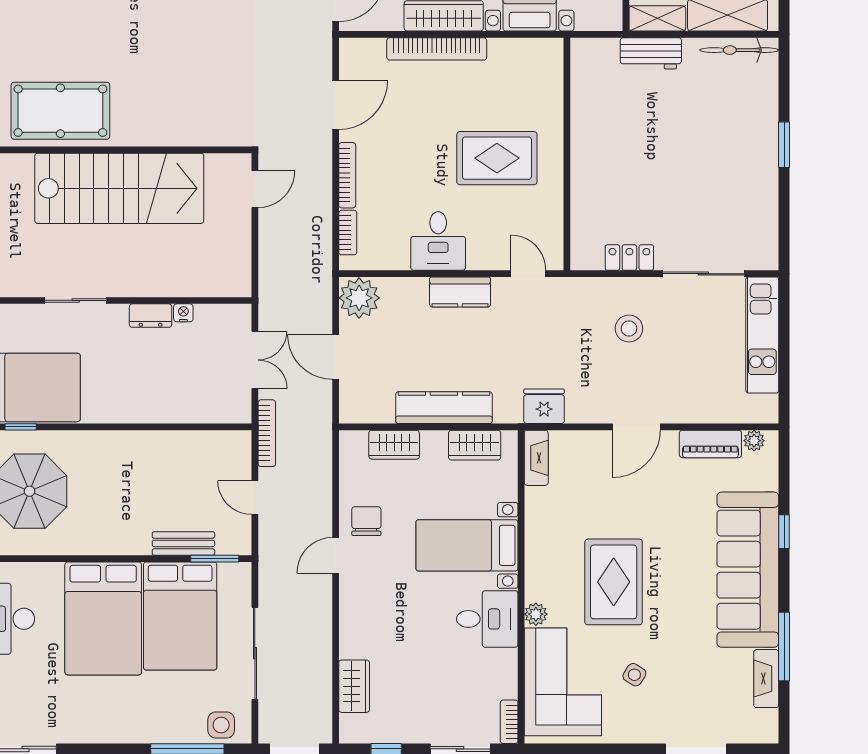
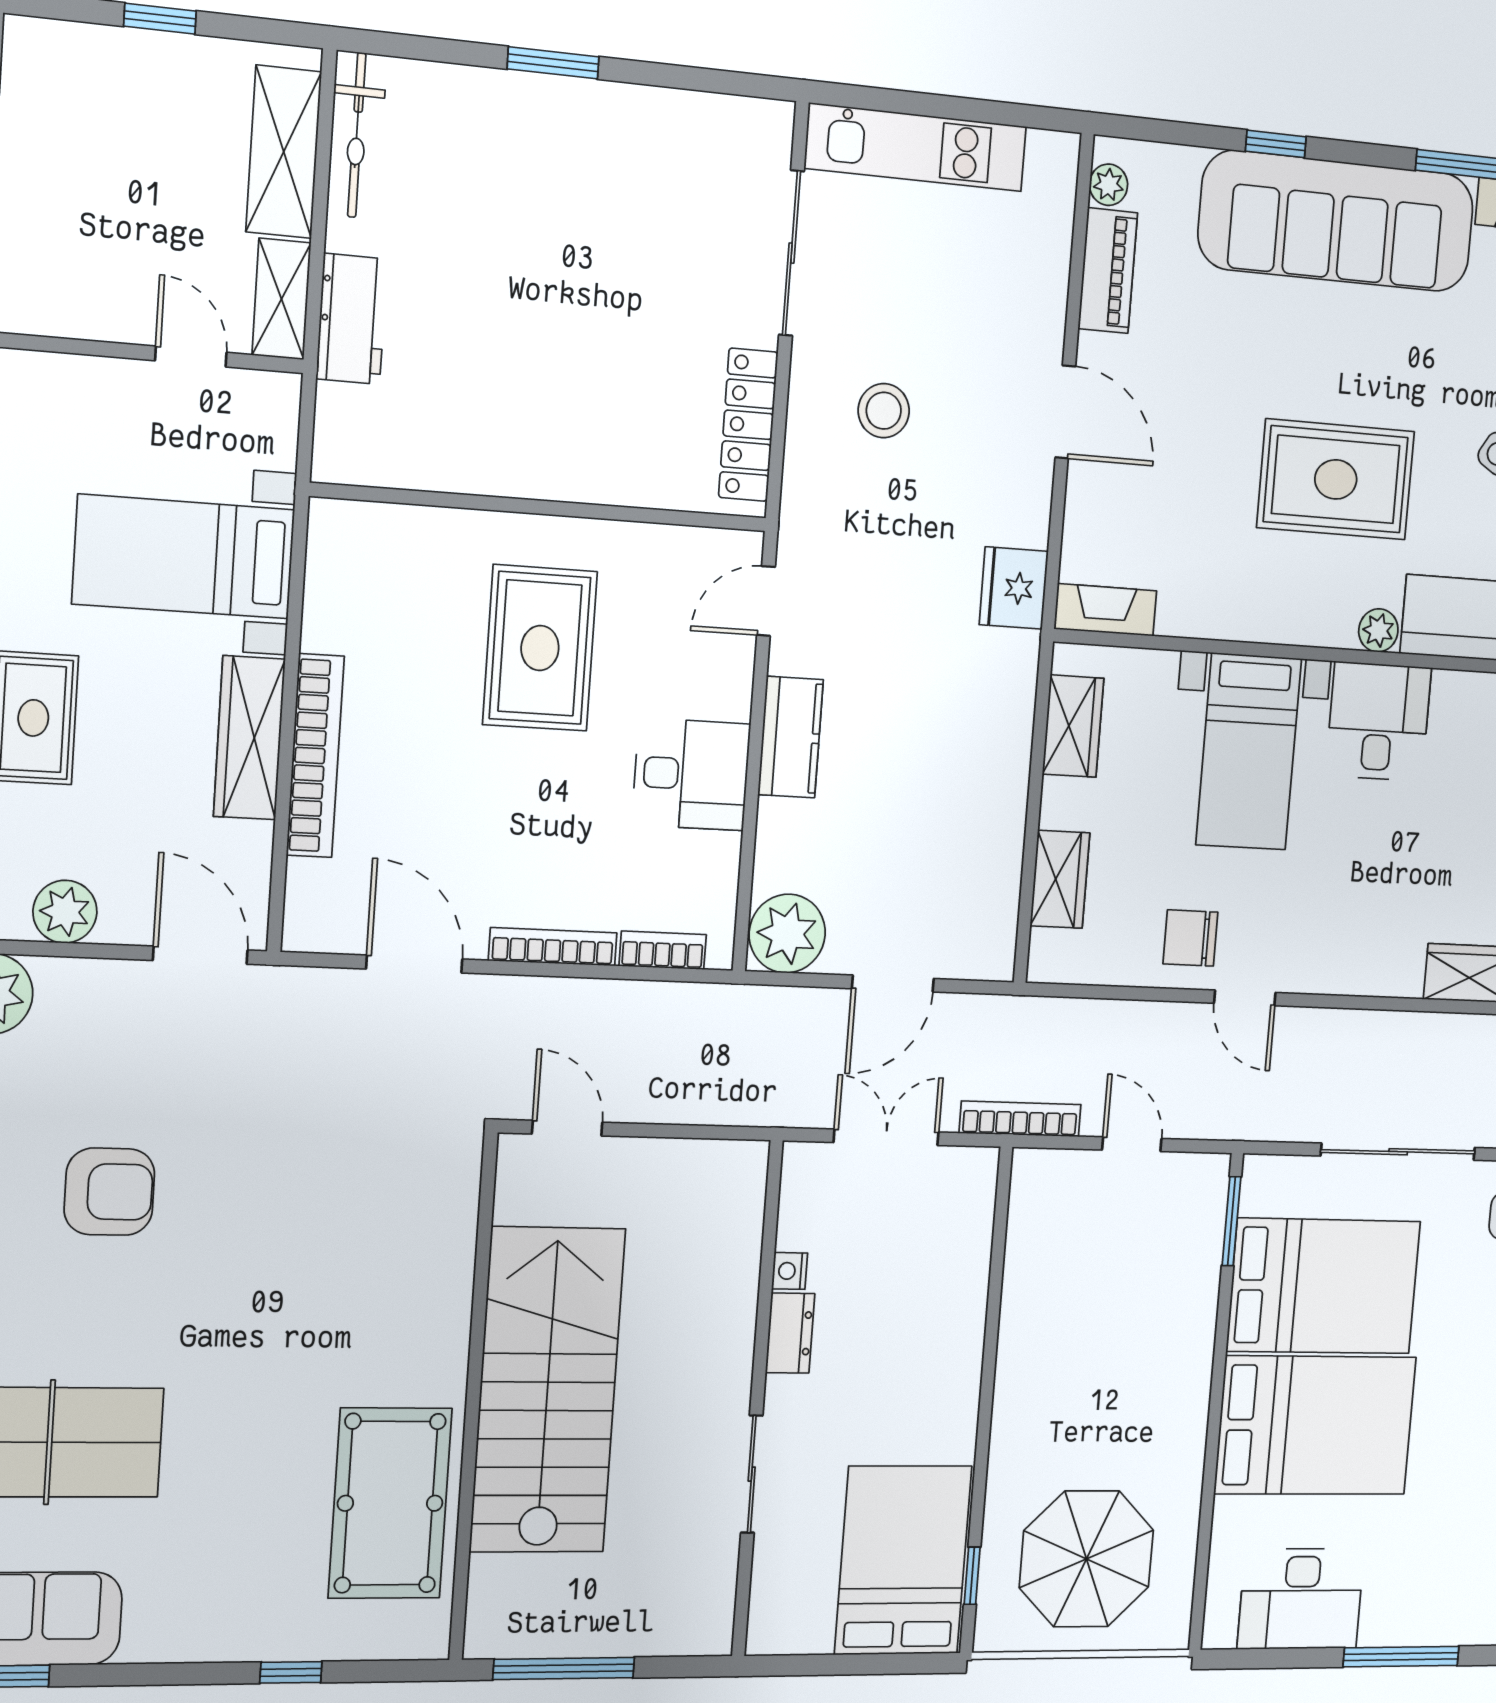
locker: (629, 258) -> (748, 425), width x1.53
kitchen counter: (444, 408) -> (1001, 781), removed
door: (255, 498) -> (1132, 1144), swing flipped
bench: (183, 543) -> (1201, 1278), removed

